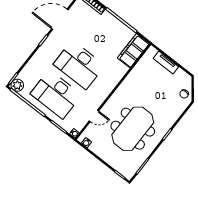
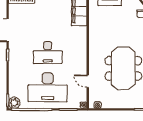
desk: (79, 65) -> (48, 53), width x0.73, depth x0.77
door: (94, 116) -> (88, 81), swing flipped

